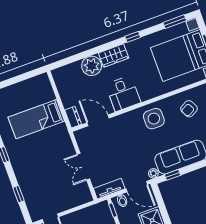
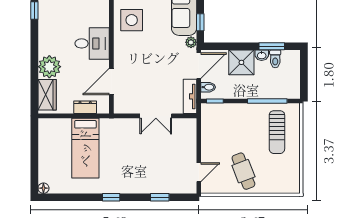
wardrobe: (114, 56) -> (47, 95), moved
dresser: (73, 117) -> (85, 107), moved

